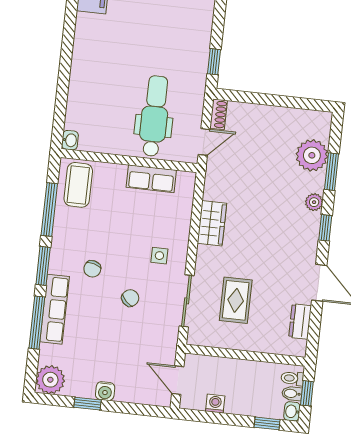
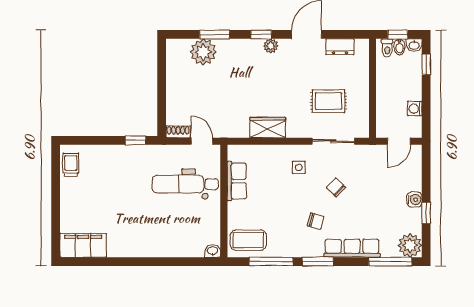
plant: (314, 202) -> (271, 46), moved
window: (37, 323) -> (390, 262), moved

